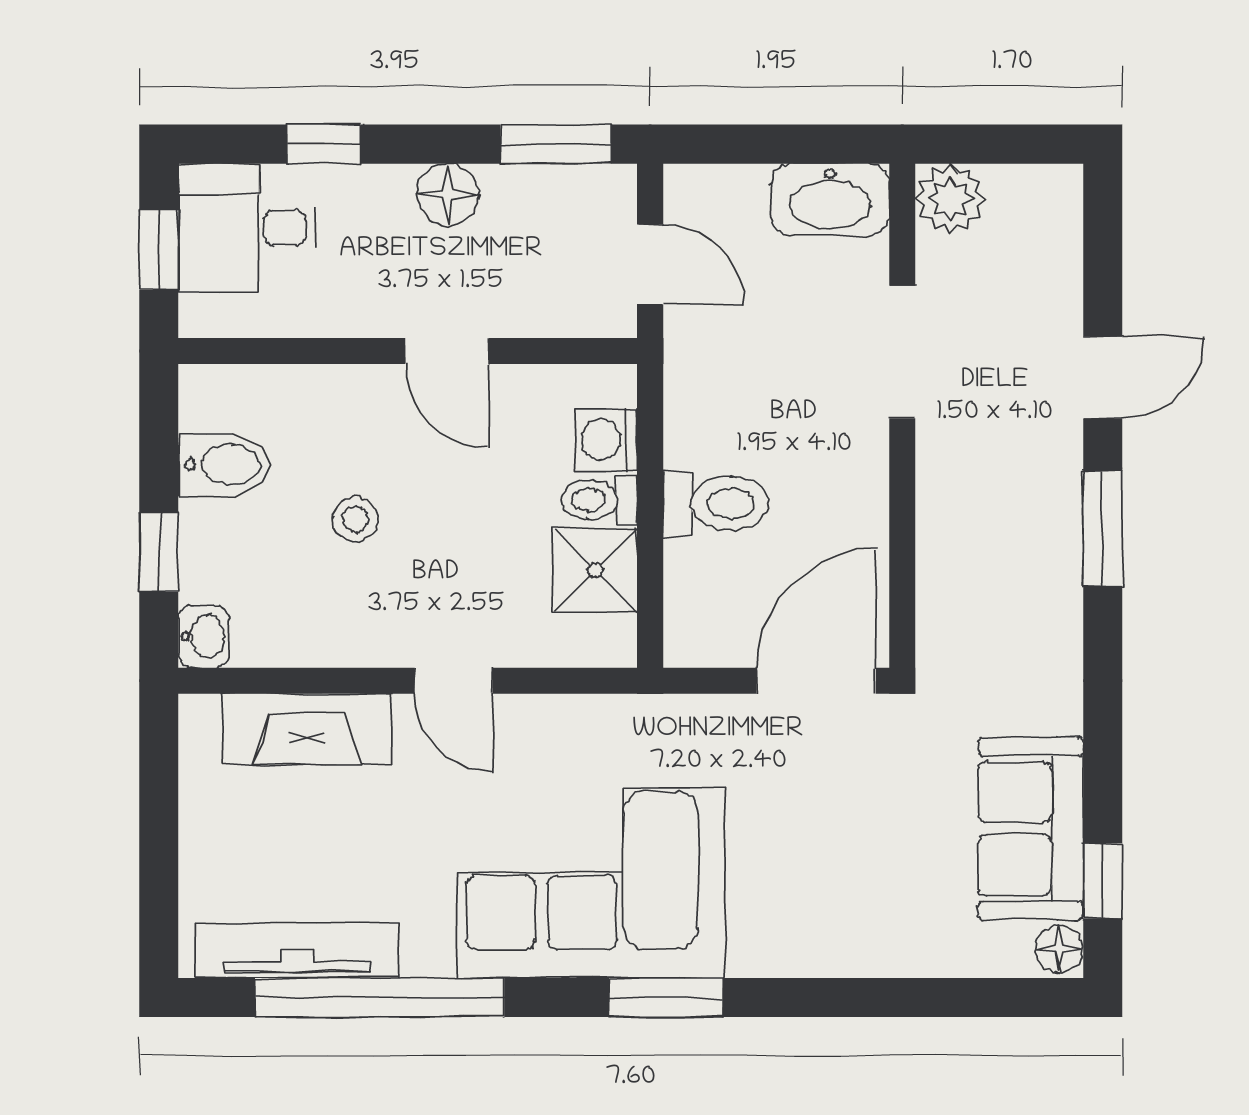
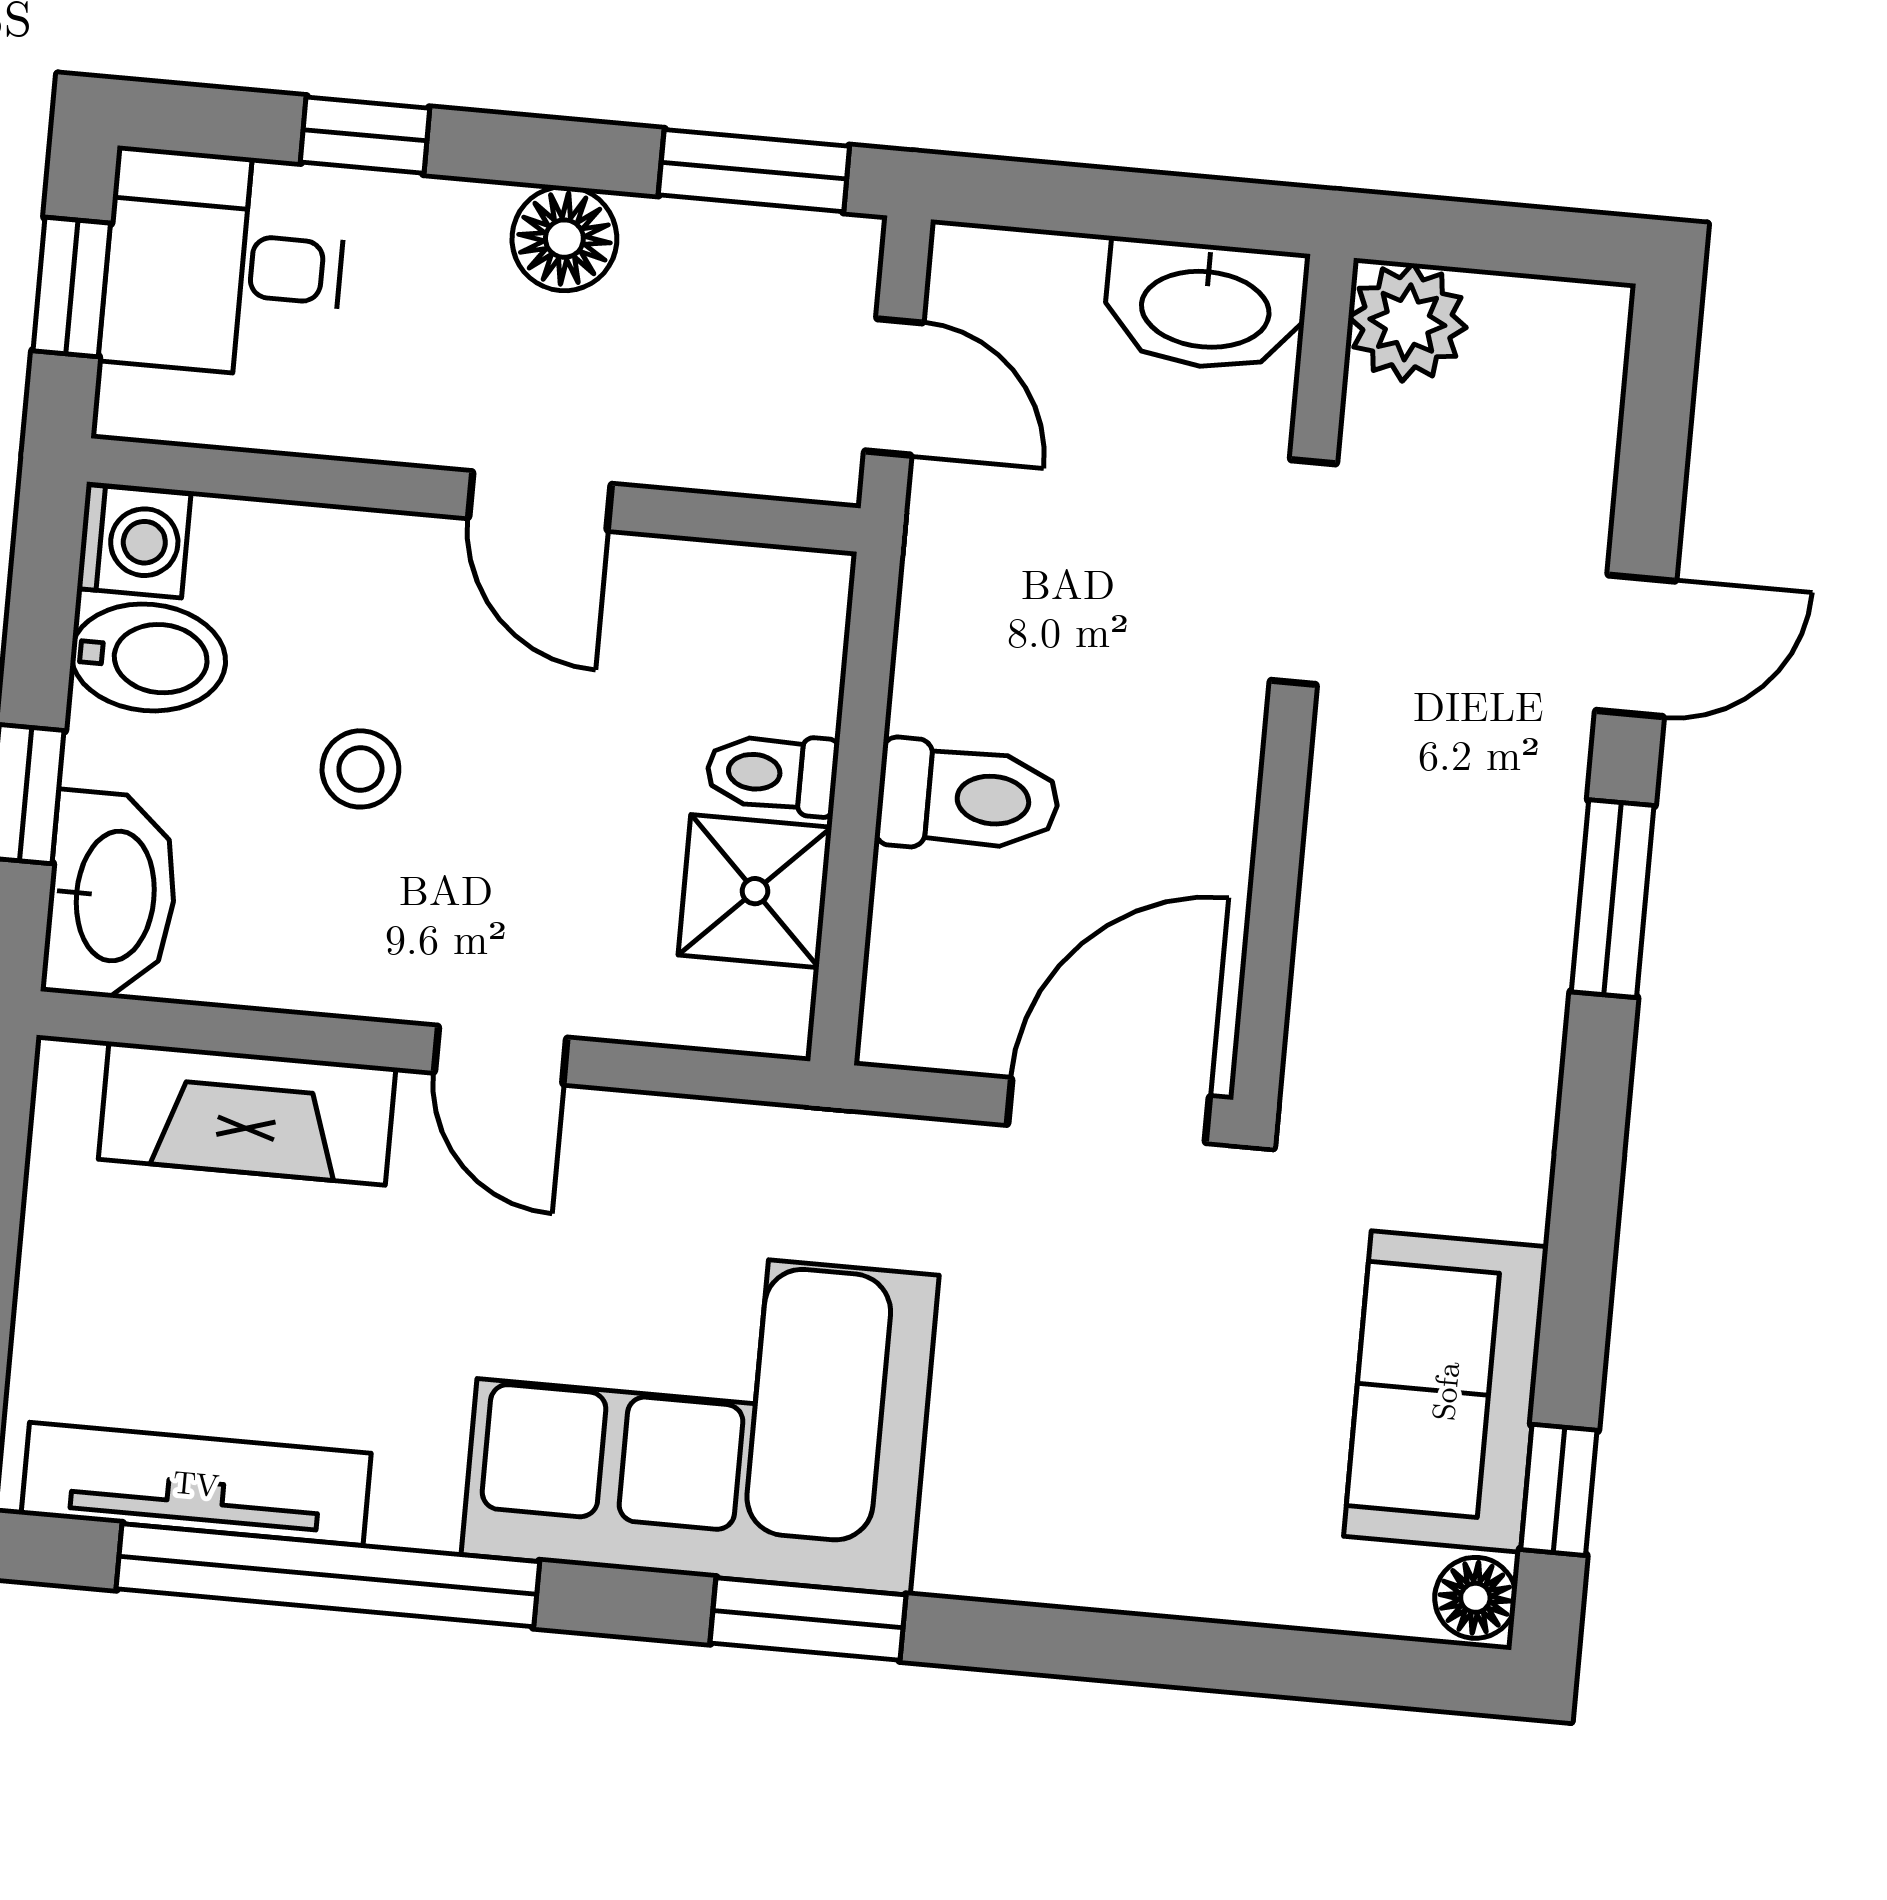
washing machine: (606, 440) -> (134, 541), moved, turned 180
washbasin: (204, 636) -> (112, 896), width x1.91, depth x1.45

